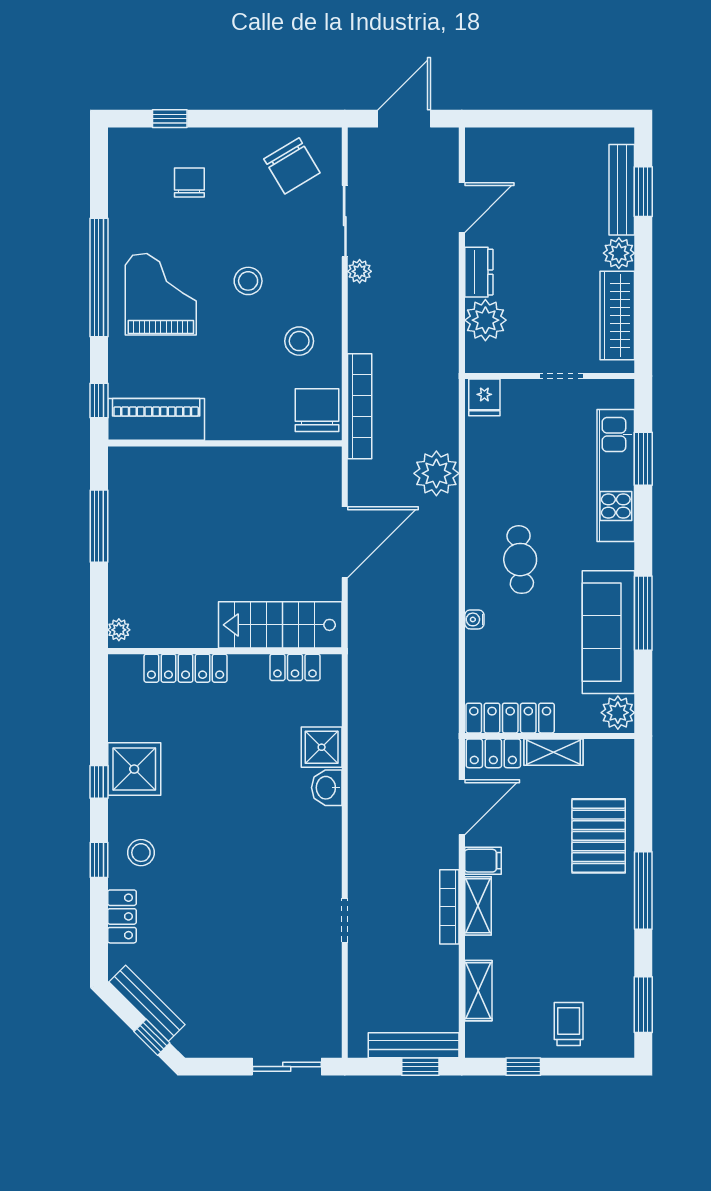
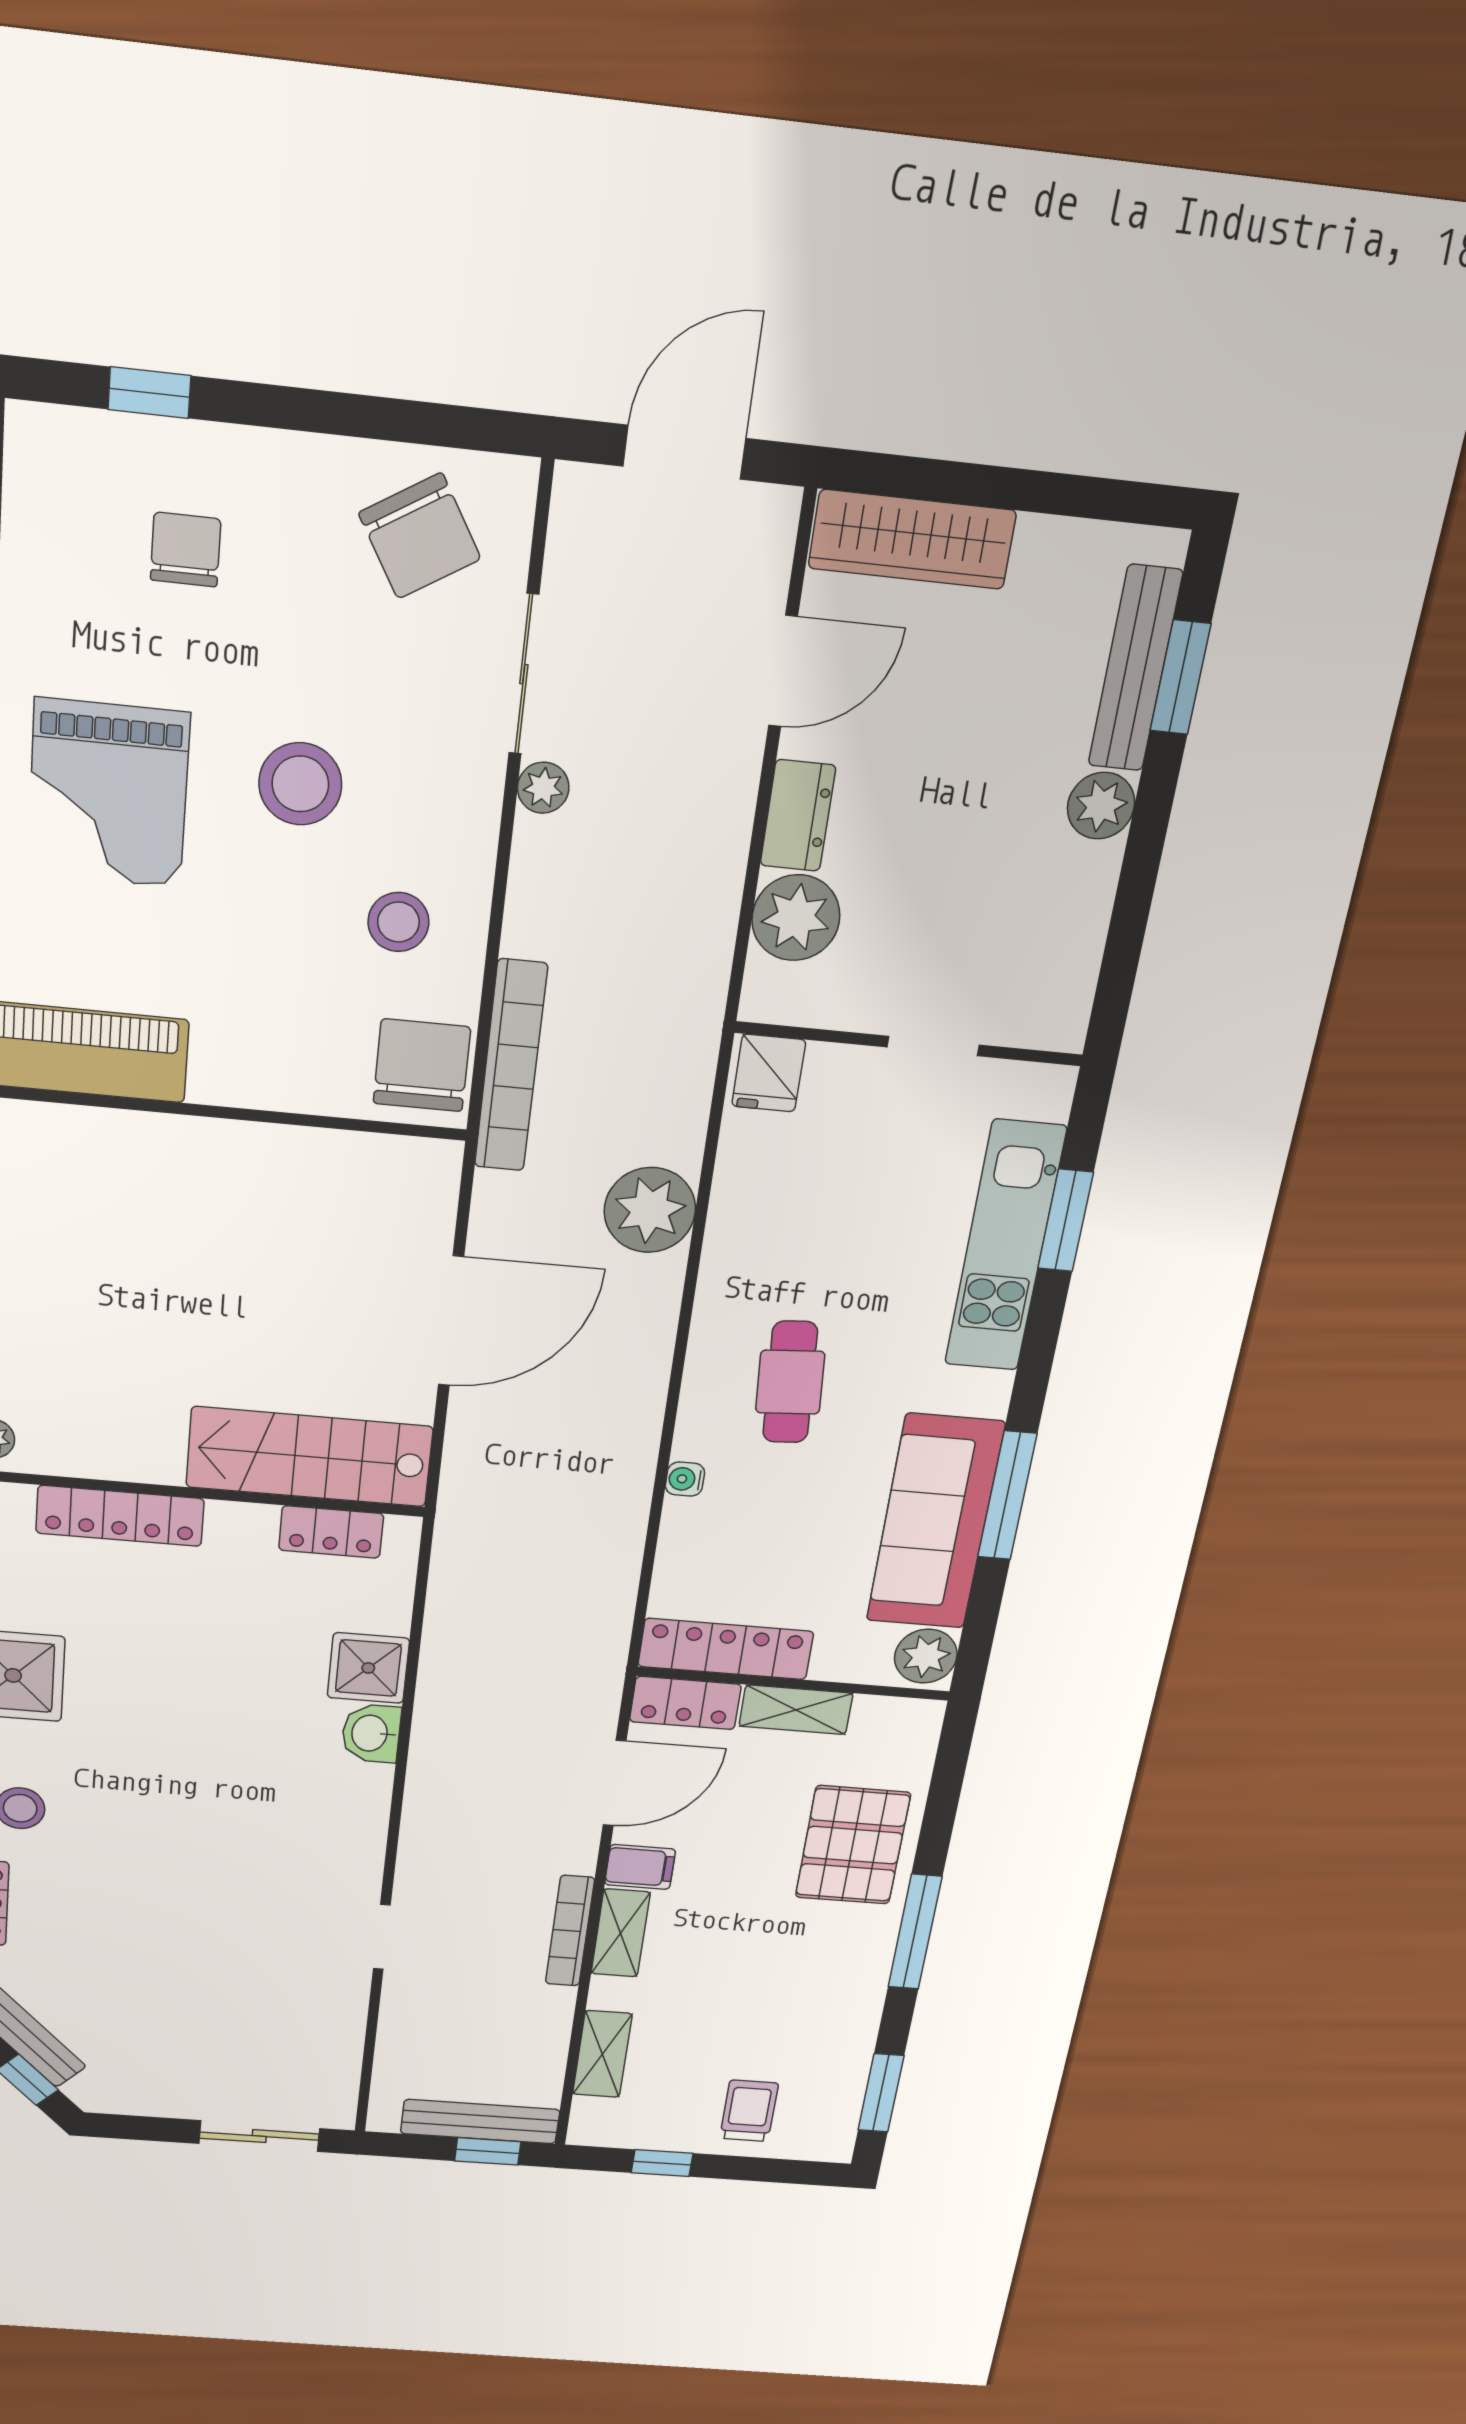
stool: (248, 281) -> (300, 784), width x1.38, depth x1.38
grand piano: (161, 294) -> (108, 794), turned 180
wardrobe: (617, 315) -> (912, 539), moved, turned -90

